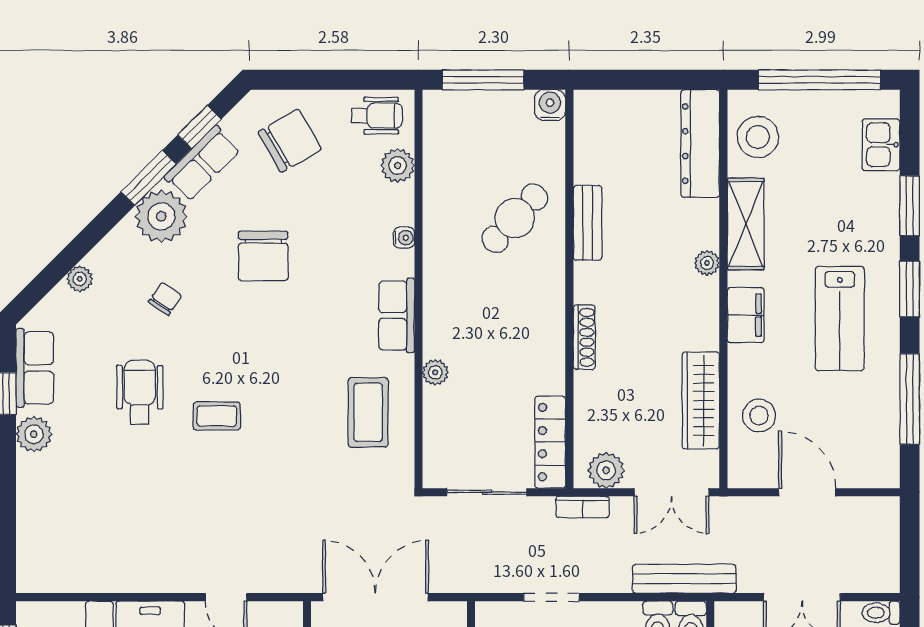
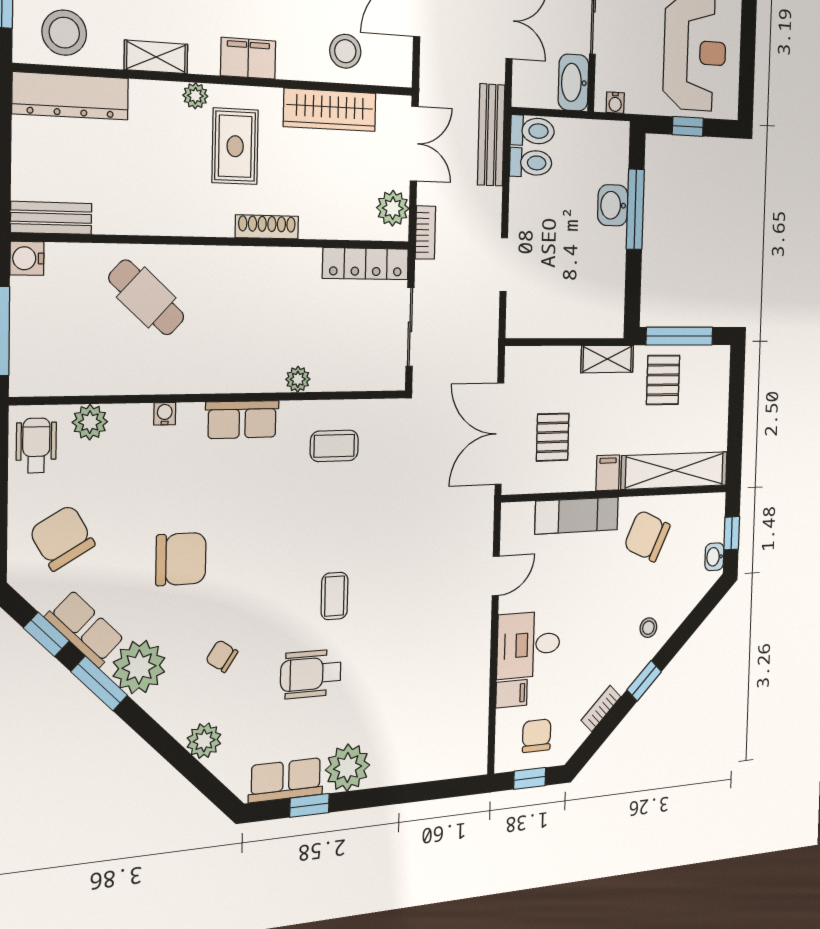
bench: (588, 223) -> (51, 218), moved
shelving: (746, 224) -> (156, 57), width x0.67, depth x0.75
plant: (80, 279) -> (204, 741), width x1.38, depth x1.38
rug: (661, 303) -> (235, 146), added
coffee table: (368, 412) -> (334, 446), width x0.73, depth x0.77
plant: (34, 434) -> (348, 768), width x1.36, depth x1.36

